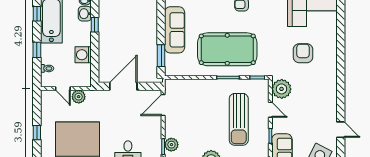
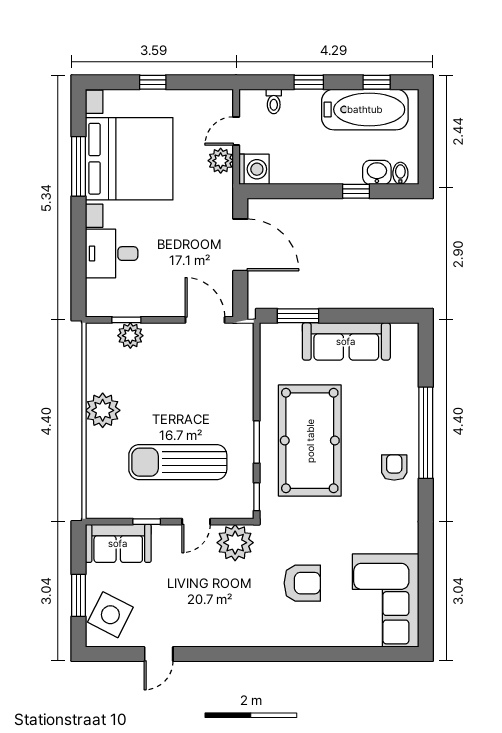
washing machine: (83, 55) -> (254, 169), moved, turned 90

